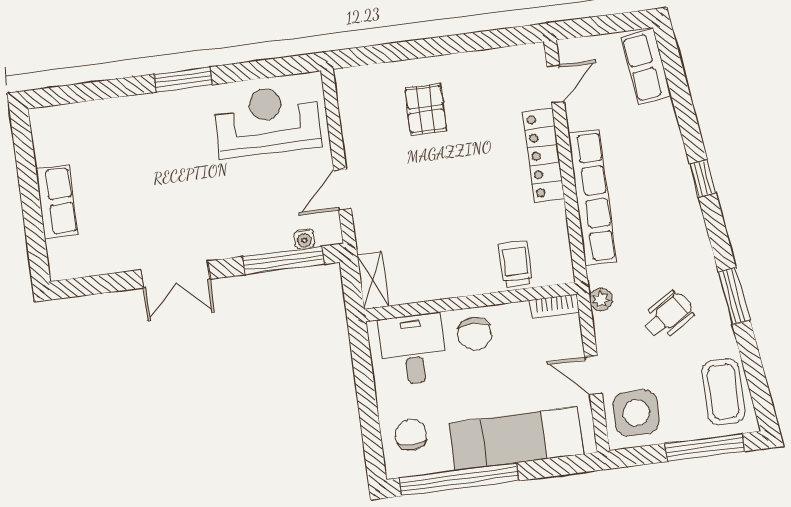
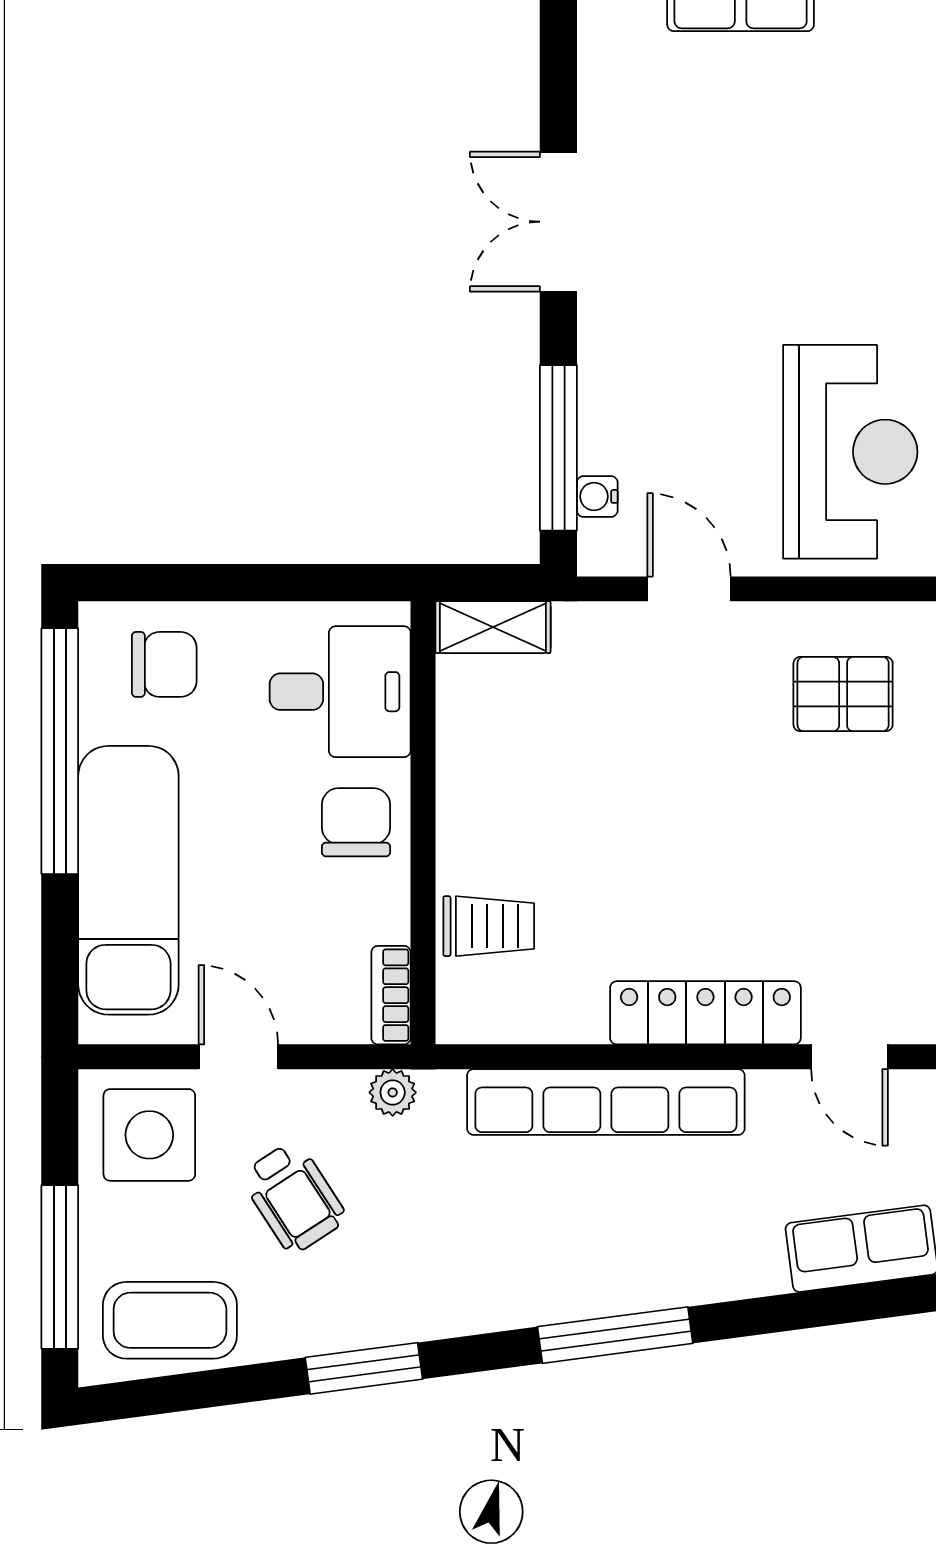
pallet: (426, 109) -> (843, 694), moved
window: (703, 178) -> (615, 1335), width x2.17
wheelchair: (668, 315) -> (294, 1197), moved
chair: (474, 334) -> (356, 822), turned 90
door: (593, 375) -> (238, 1057), hinge flipped

